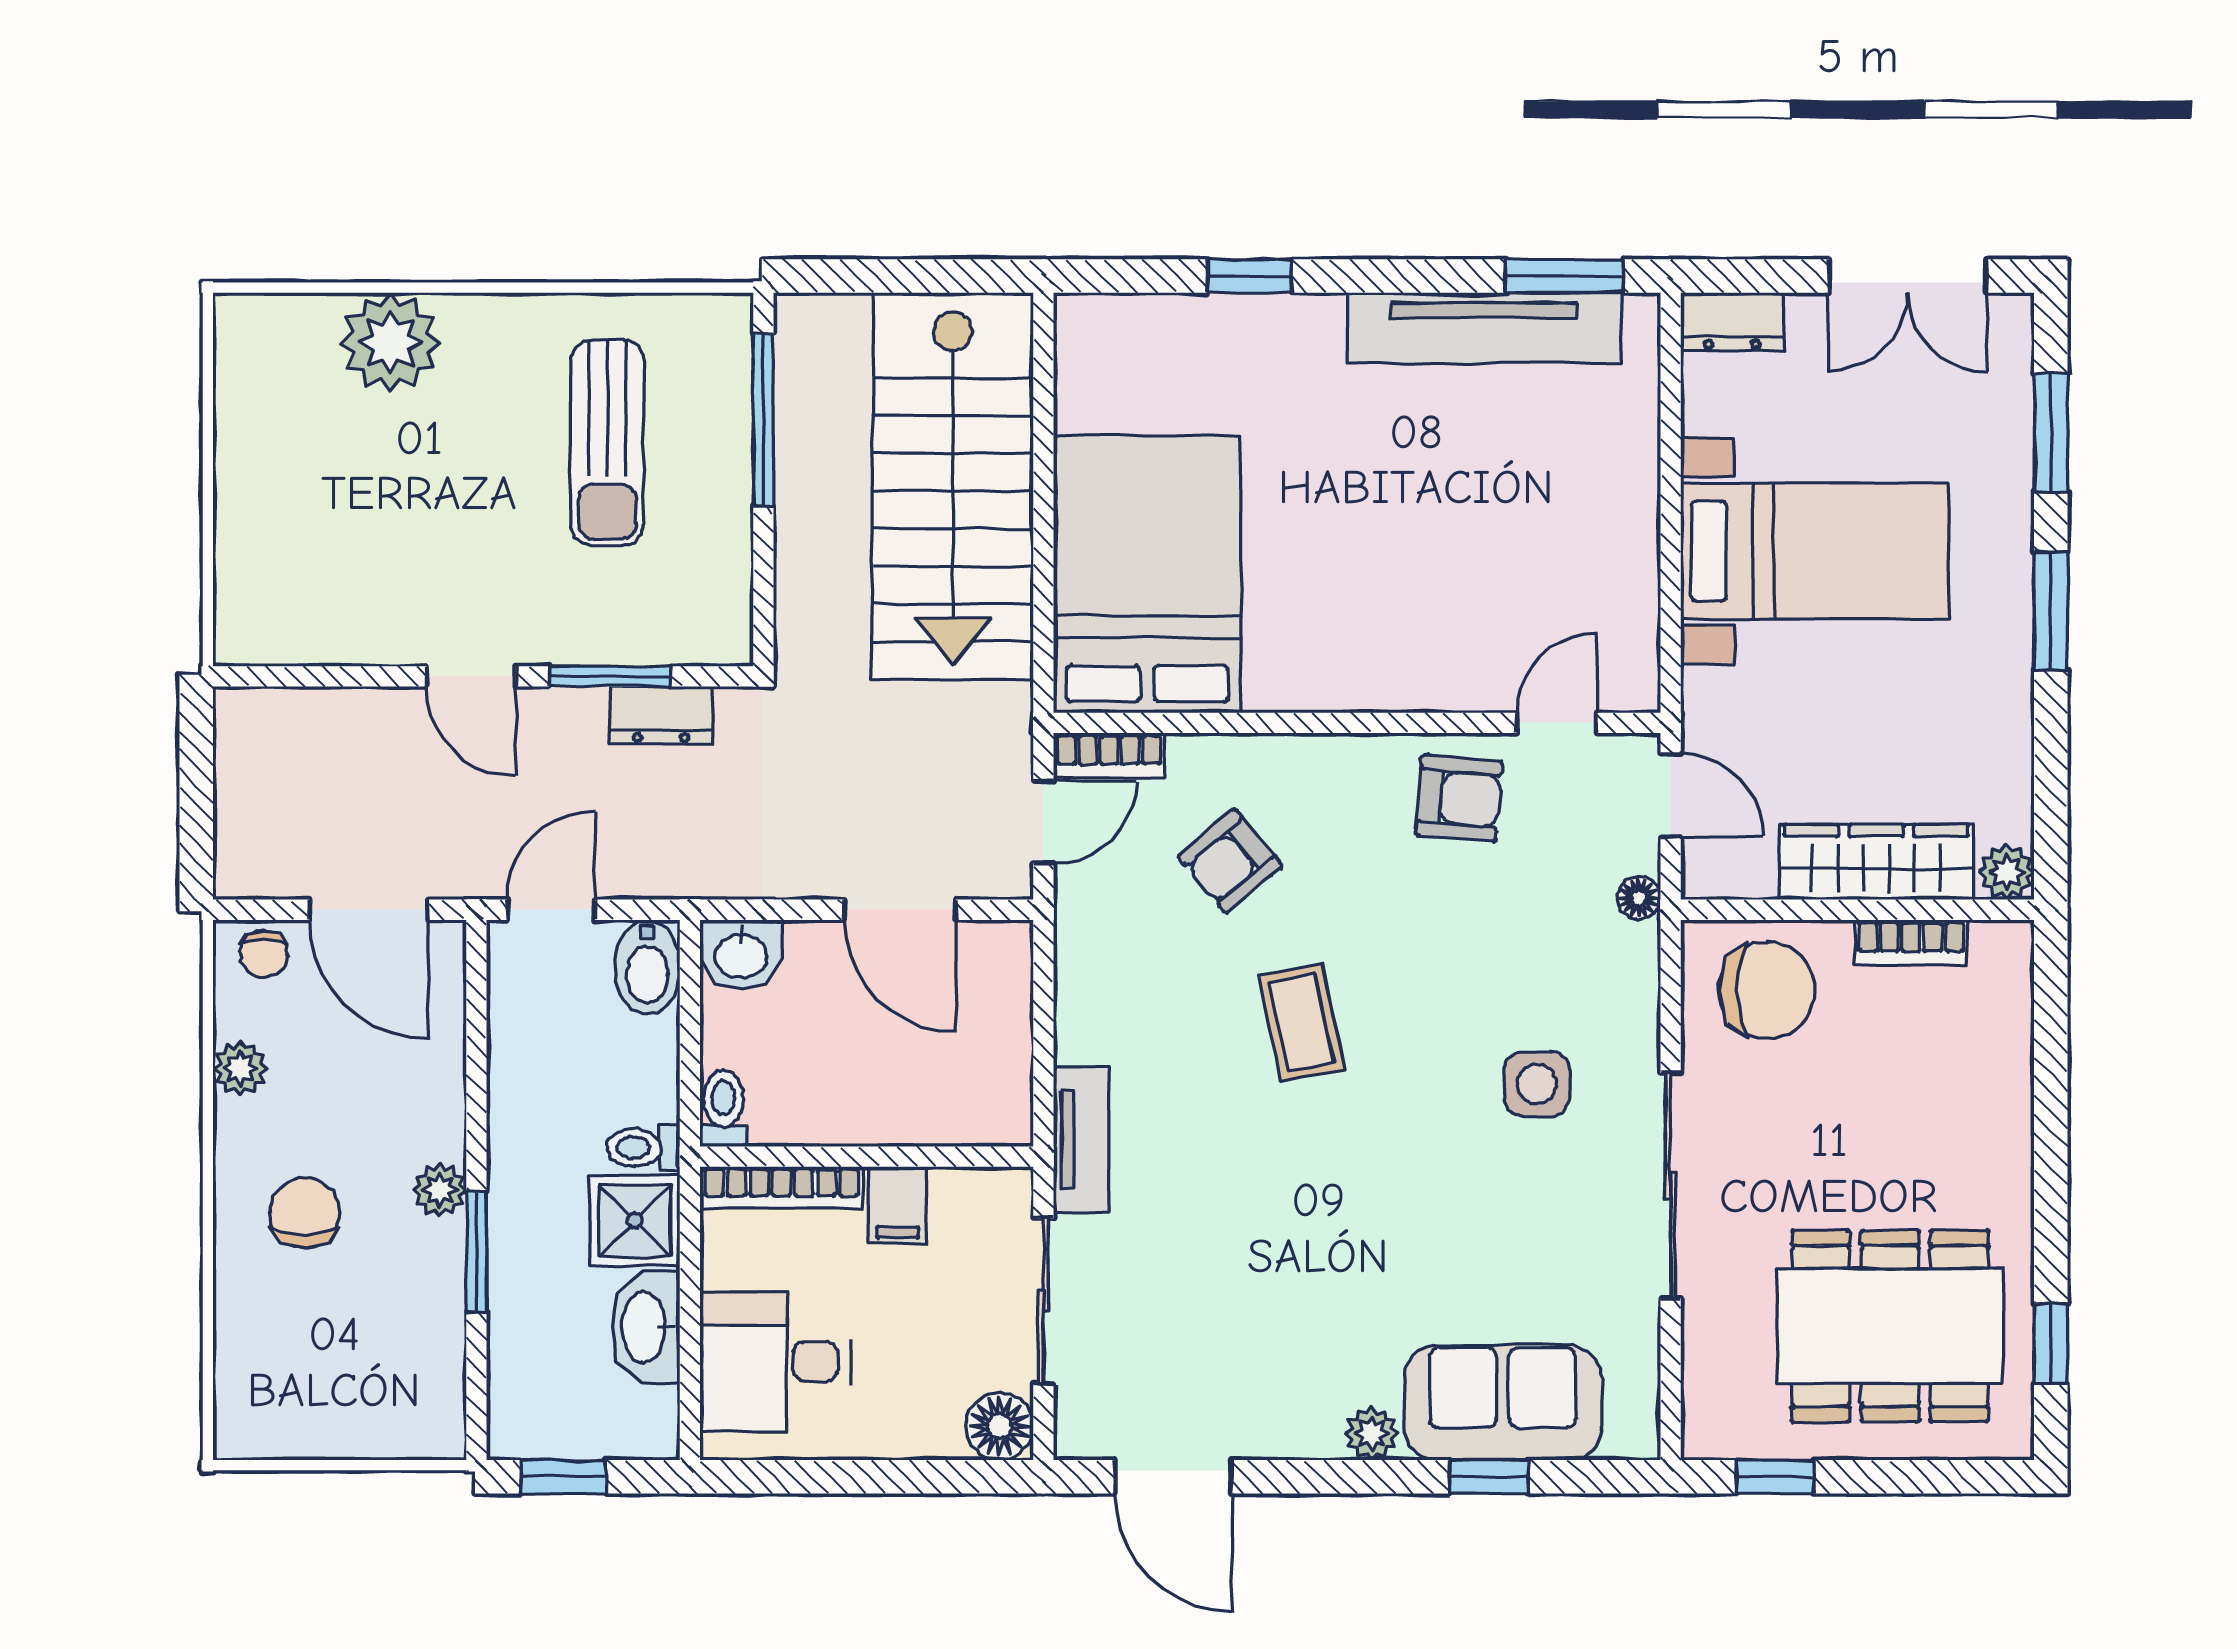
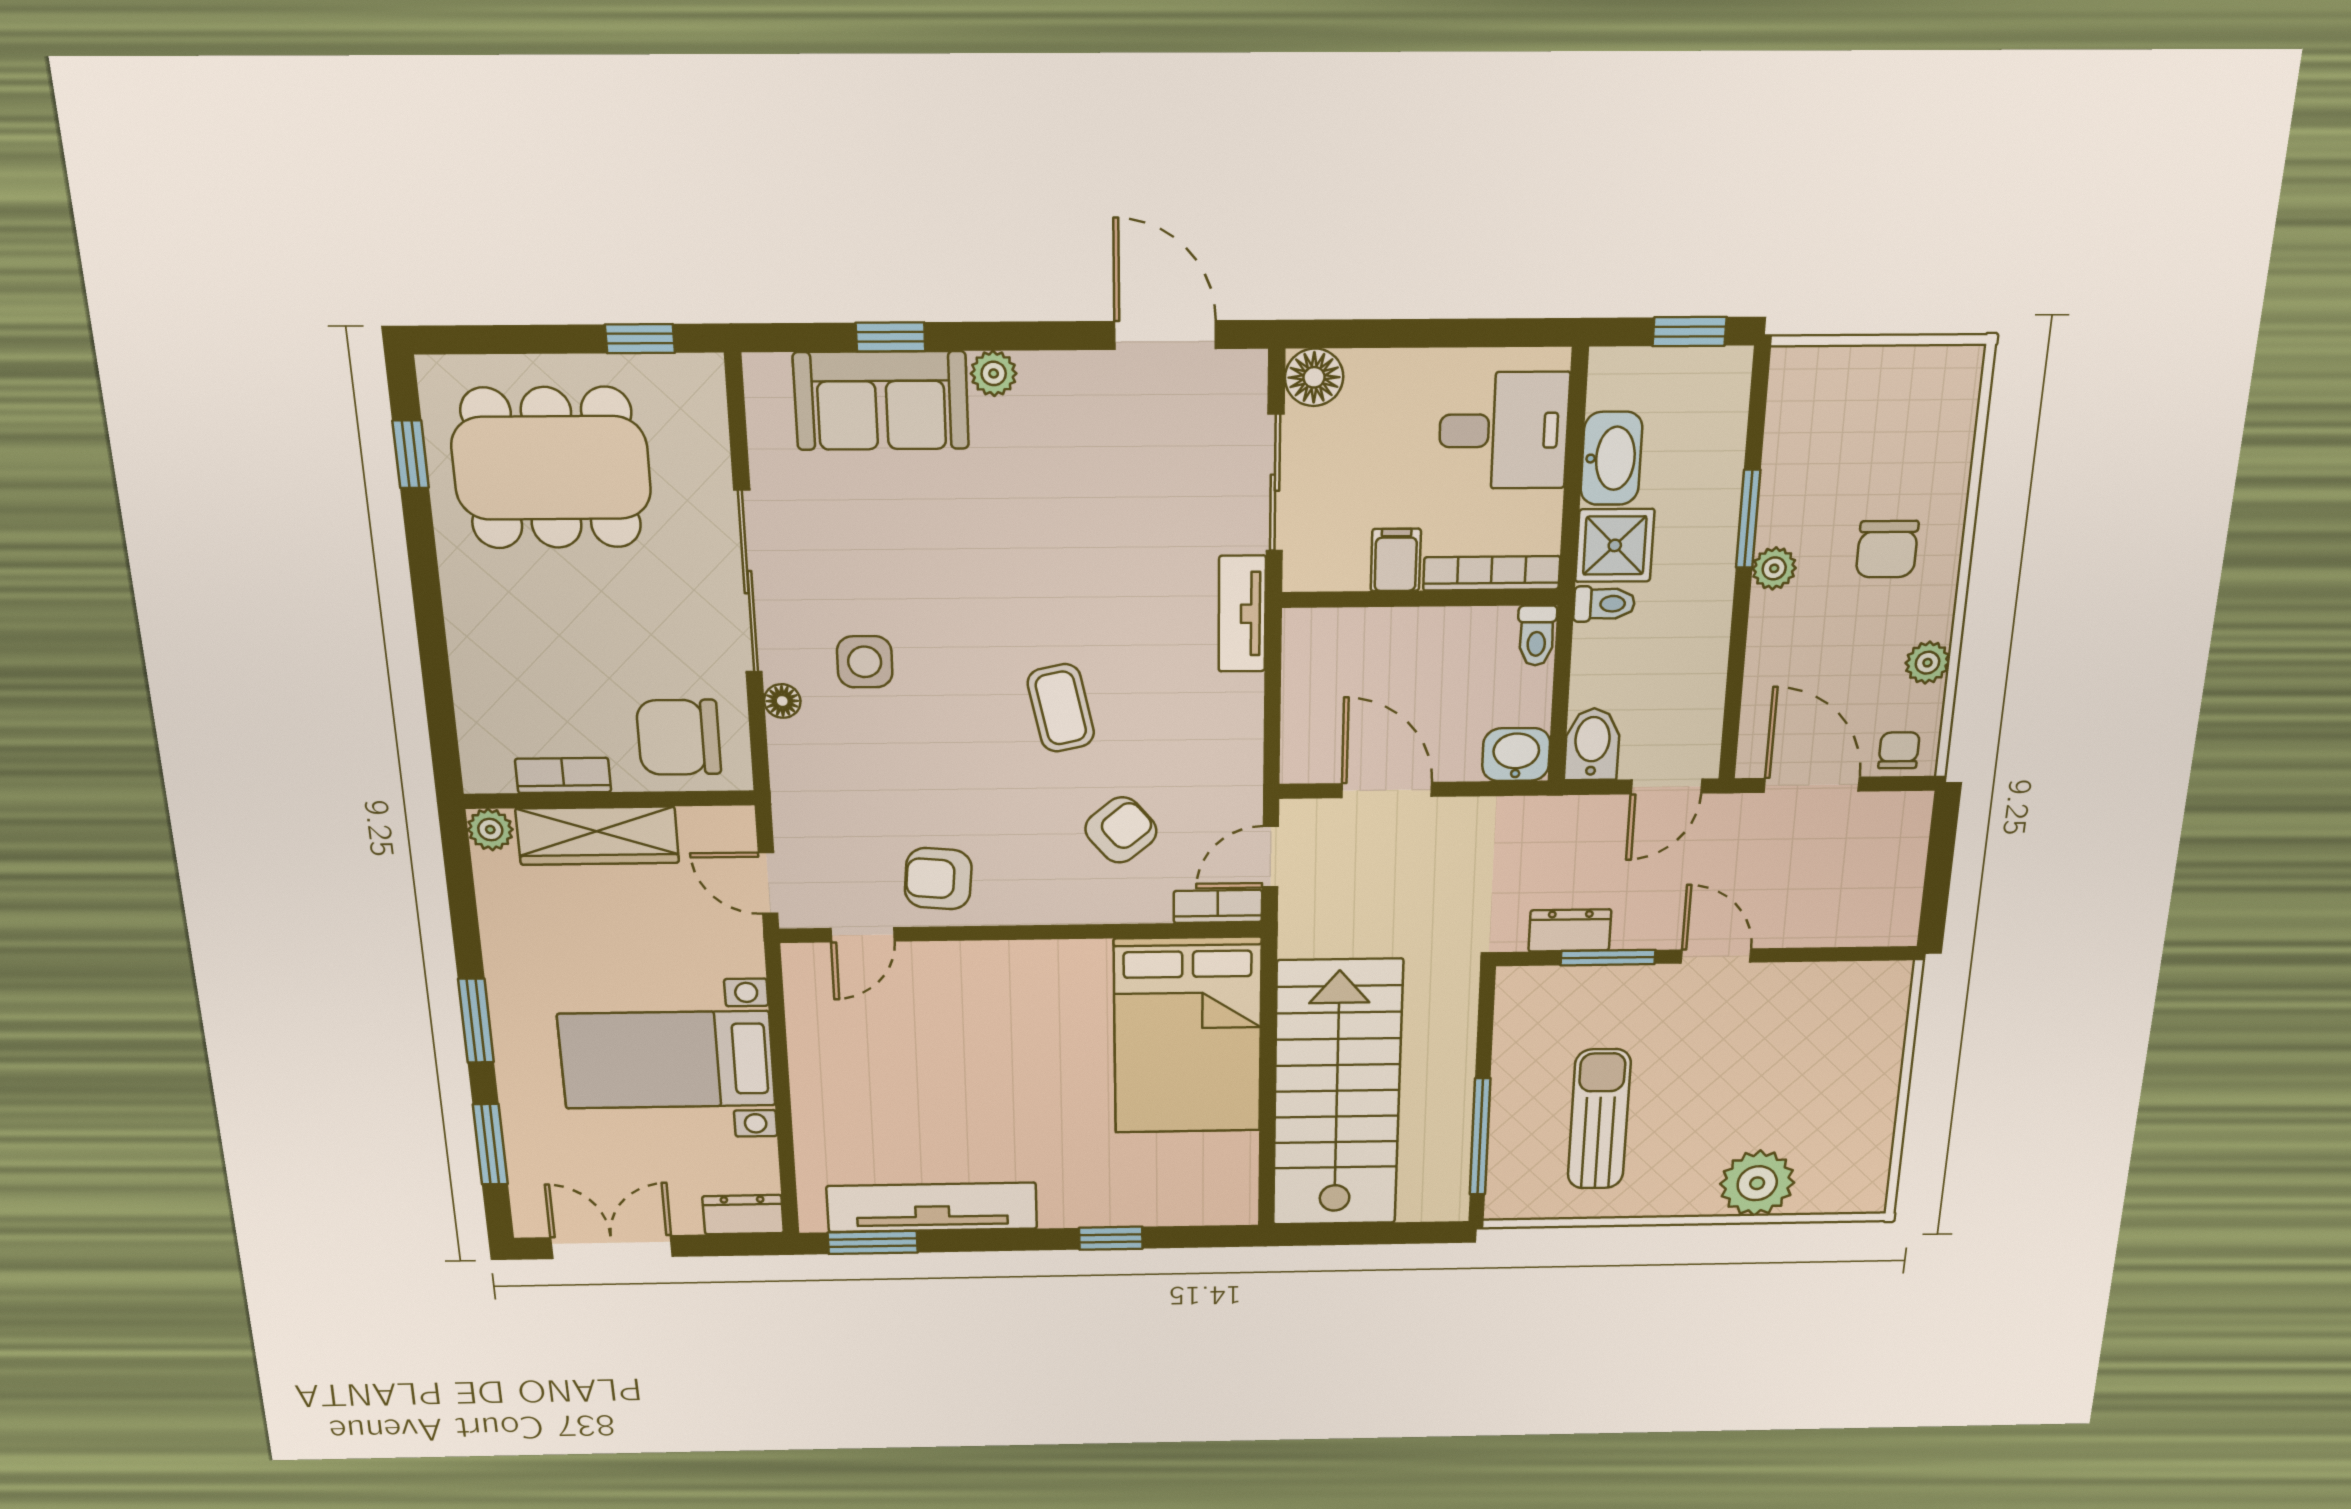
floor lamp: (1639, 898) -> (782, 701), moved

